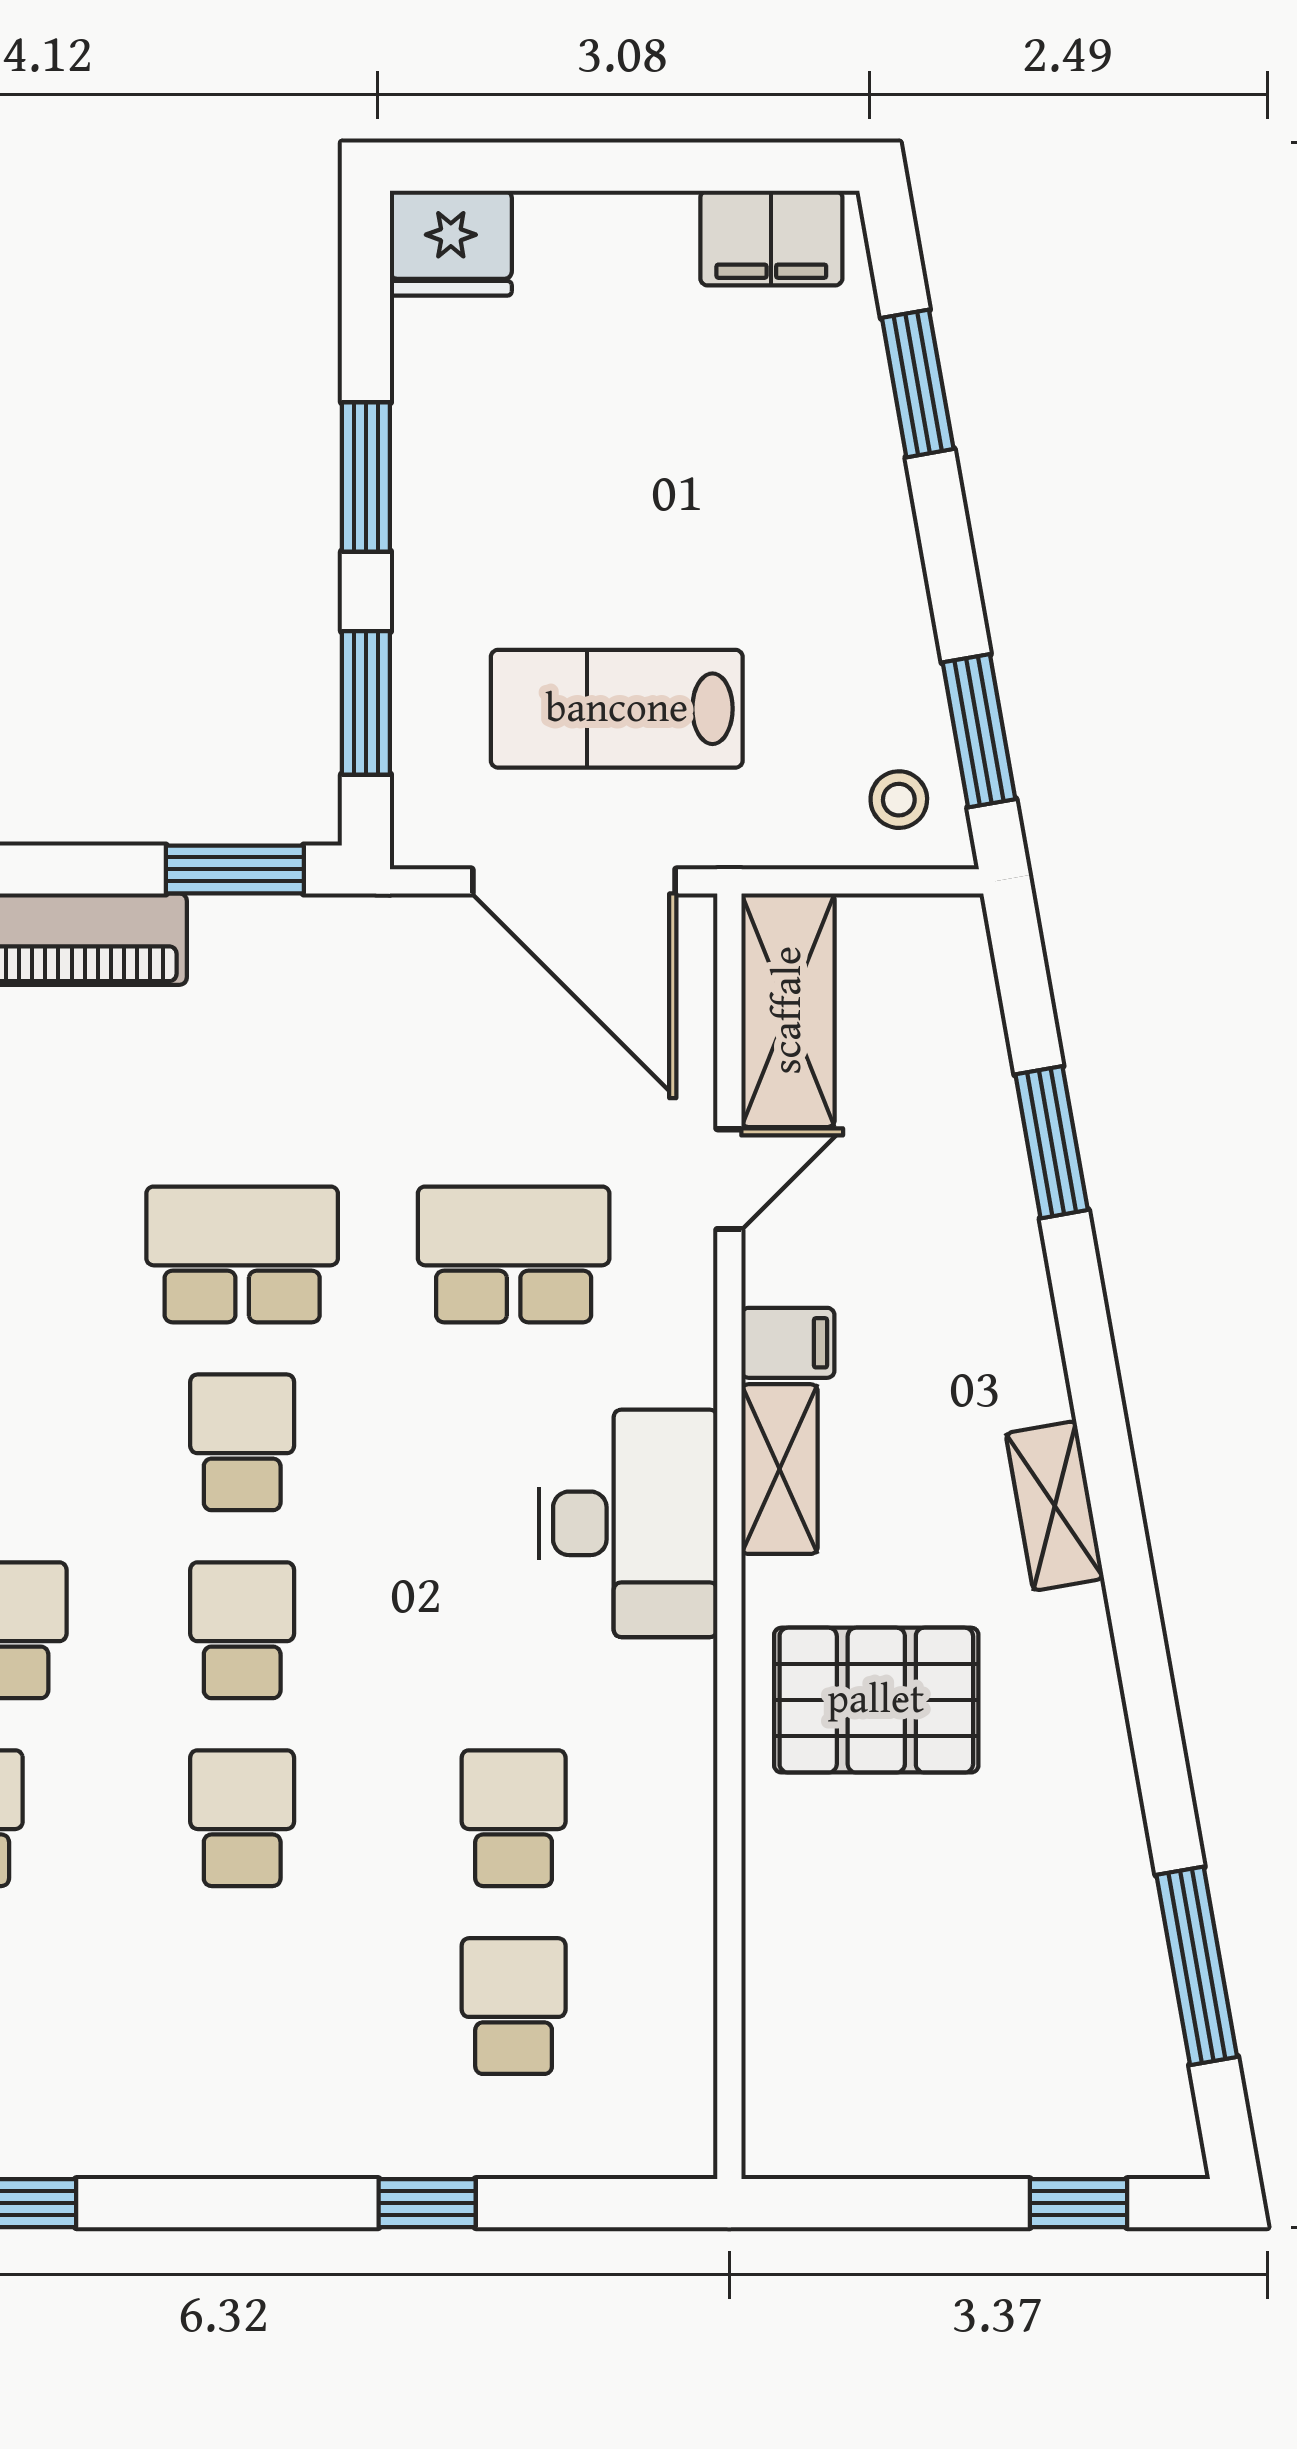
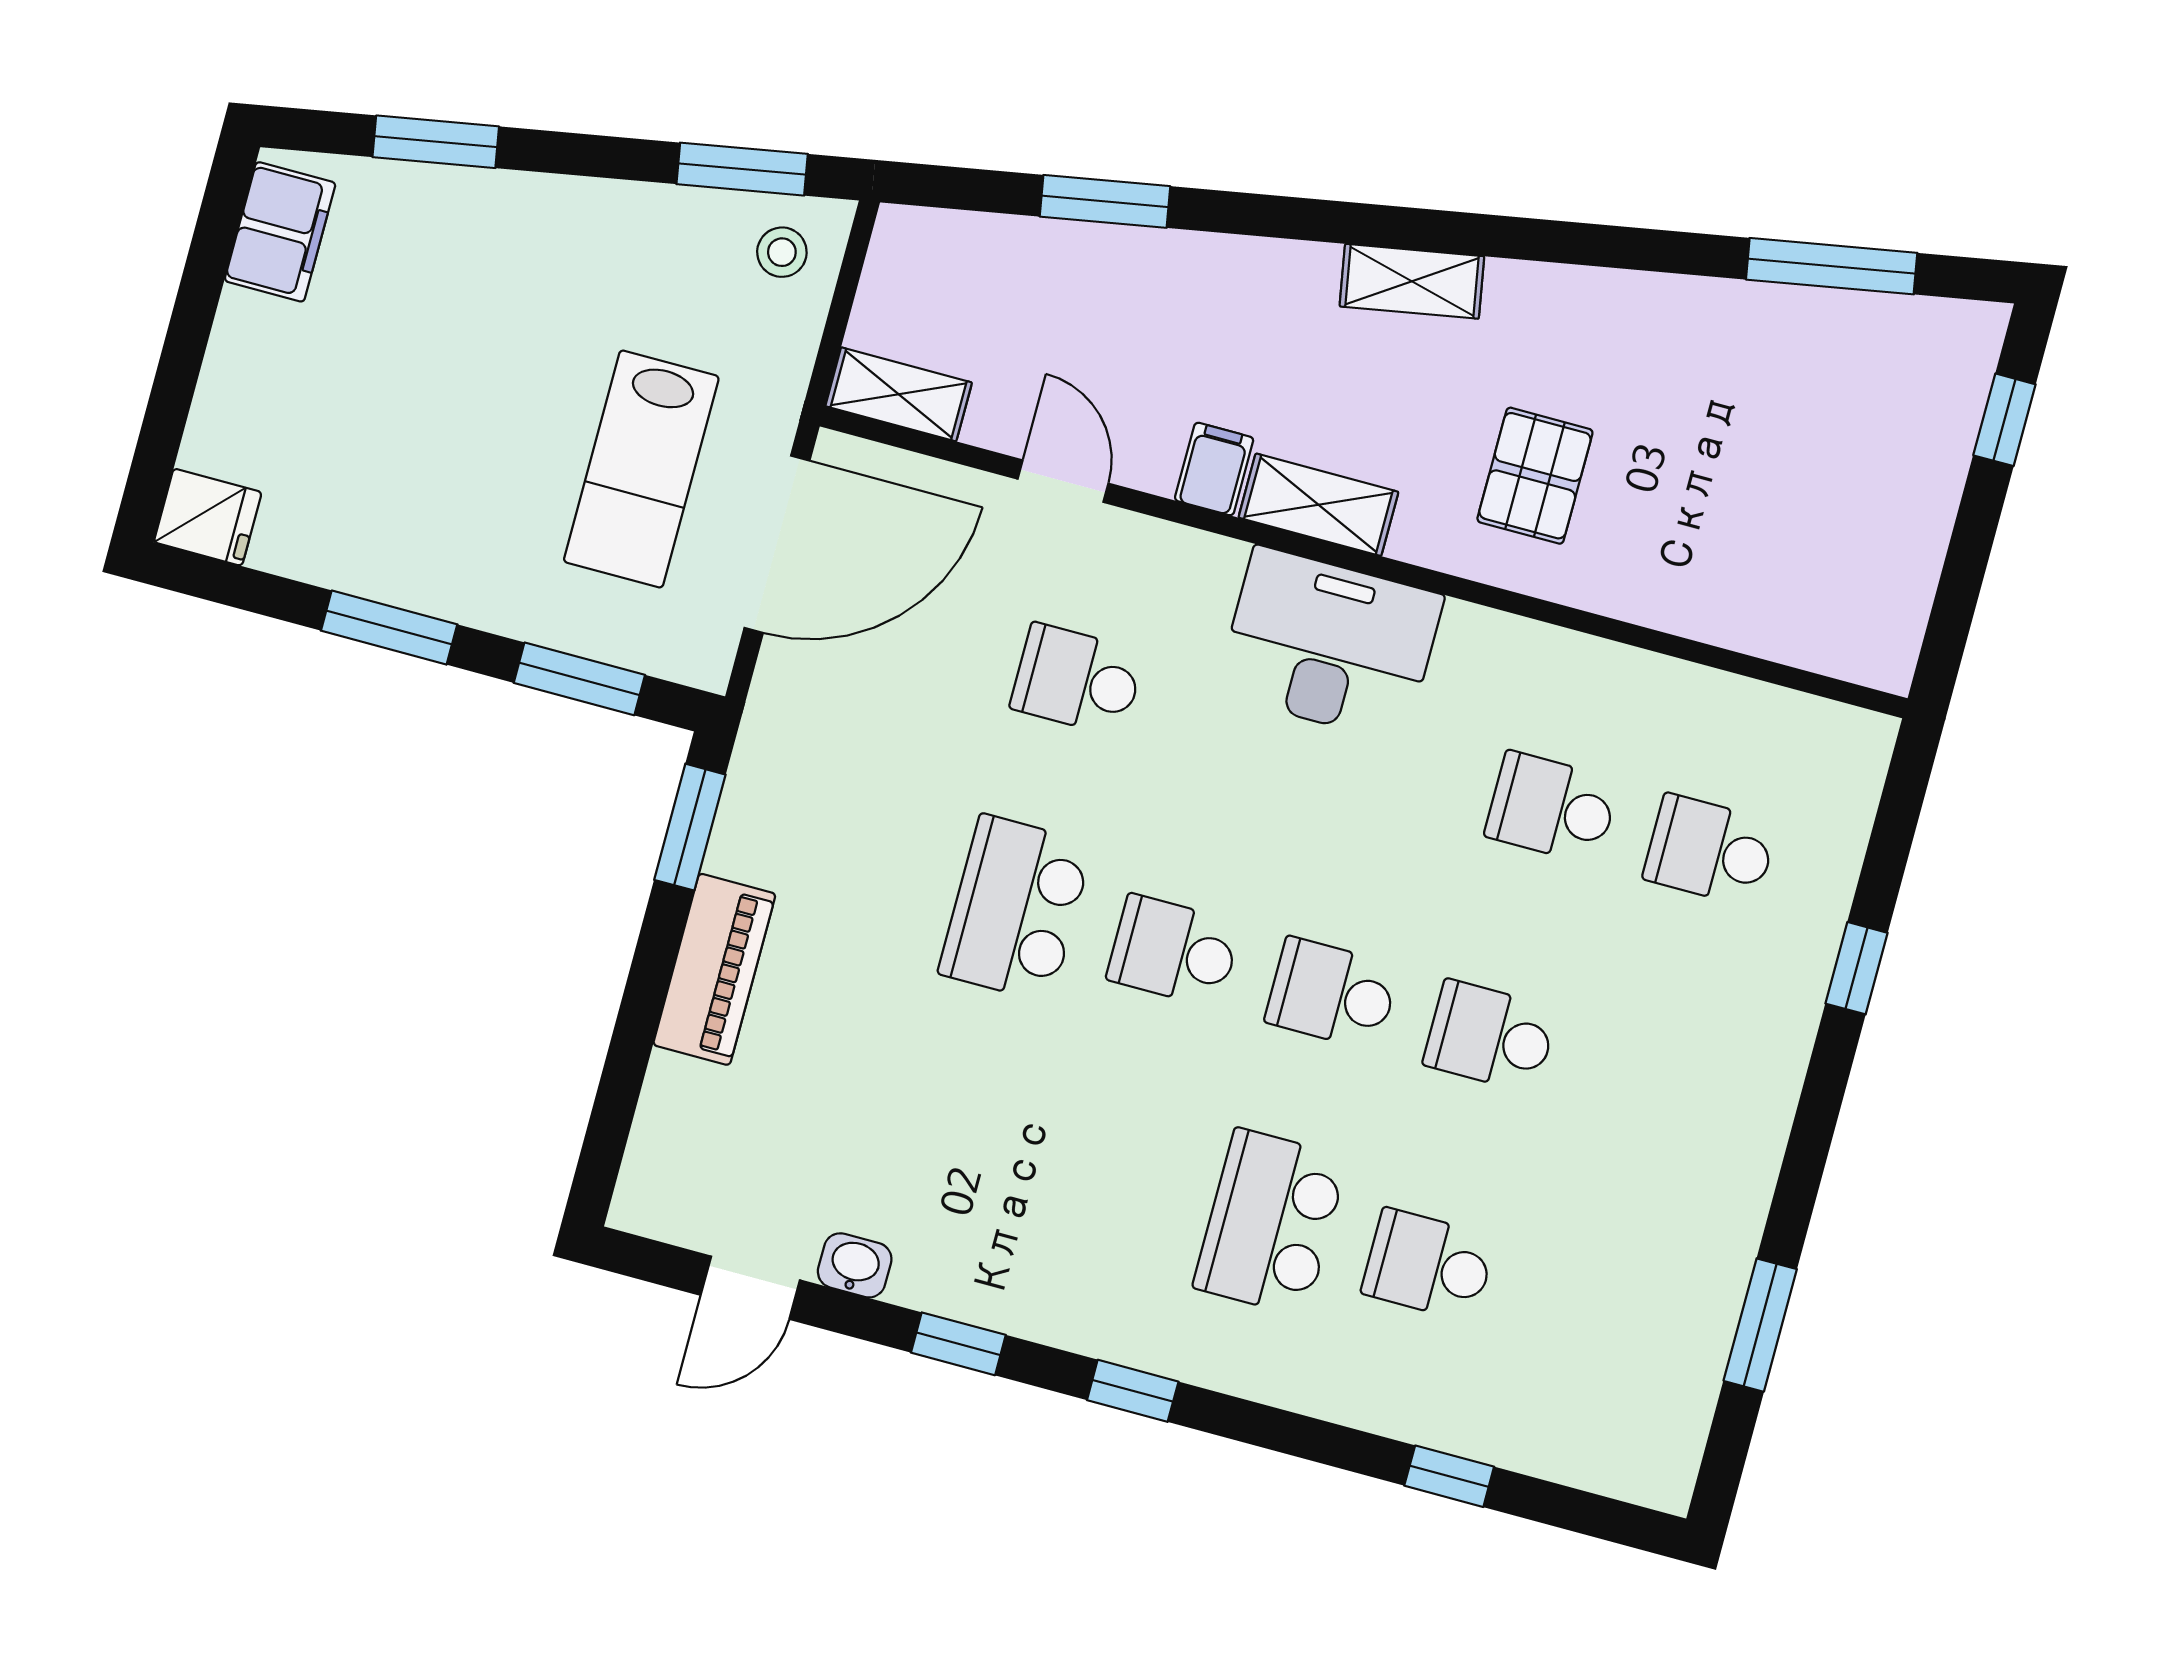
fridge: (451, 243) -> (208, 517), width x0.72
shelving: (788, 1010) -> (899, 394), width x0.67, depth x0.75
school desk: (514, 1254) -> (1077, 680), width x0.54
pallet: (876, 1700) -> (1535, 476), width x0.67, depth x0.71

